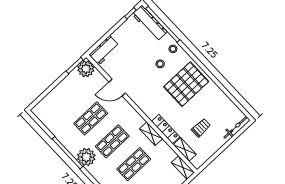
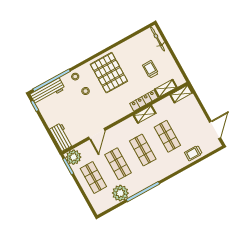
shop shelf: (69, 96) -> (93, 177), added
plant: (86, 157) -> (120, 193), moved

